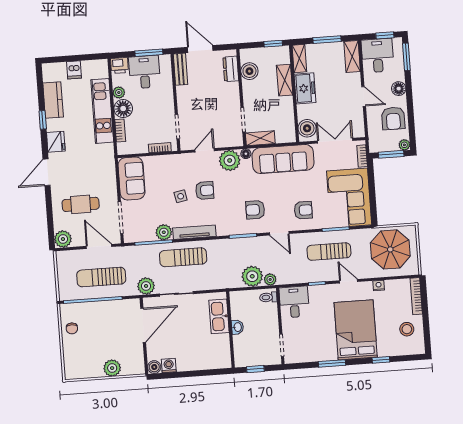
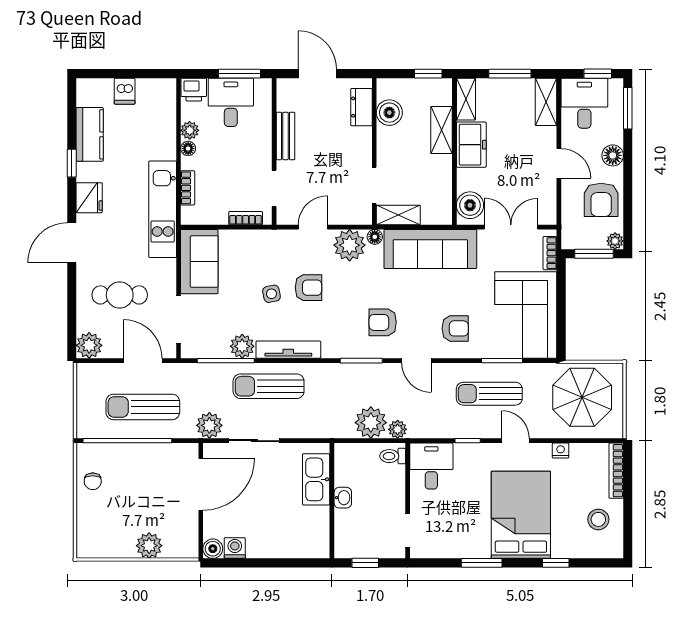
bench: (181, 69) -> (286, 136), moved
floor lamp: (123, 109) -> (188, 148), width x0.53, depth x0.53
kitchen unit: (102, 111) -> (163, 209), moved

